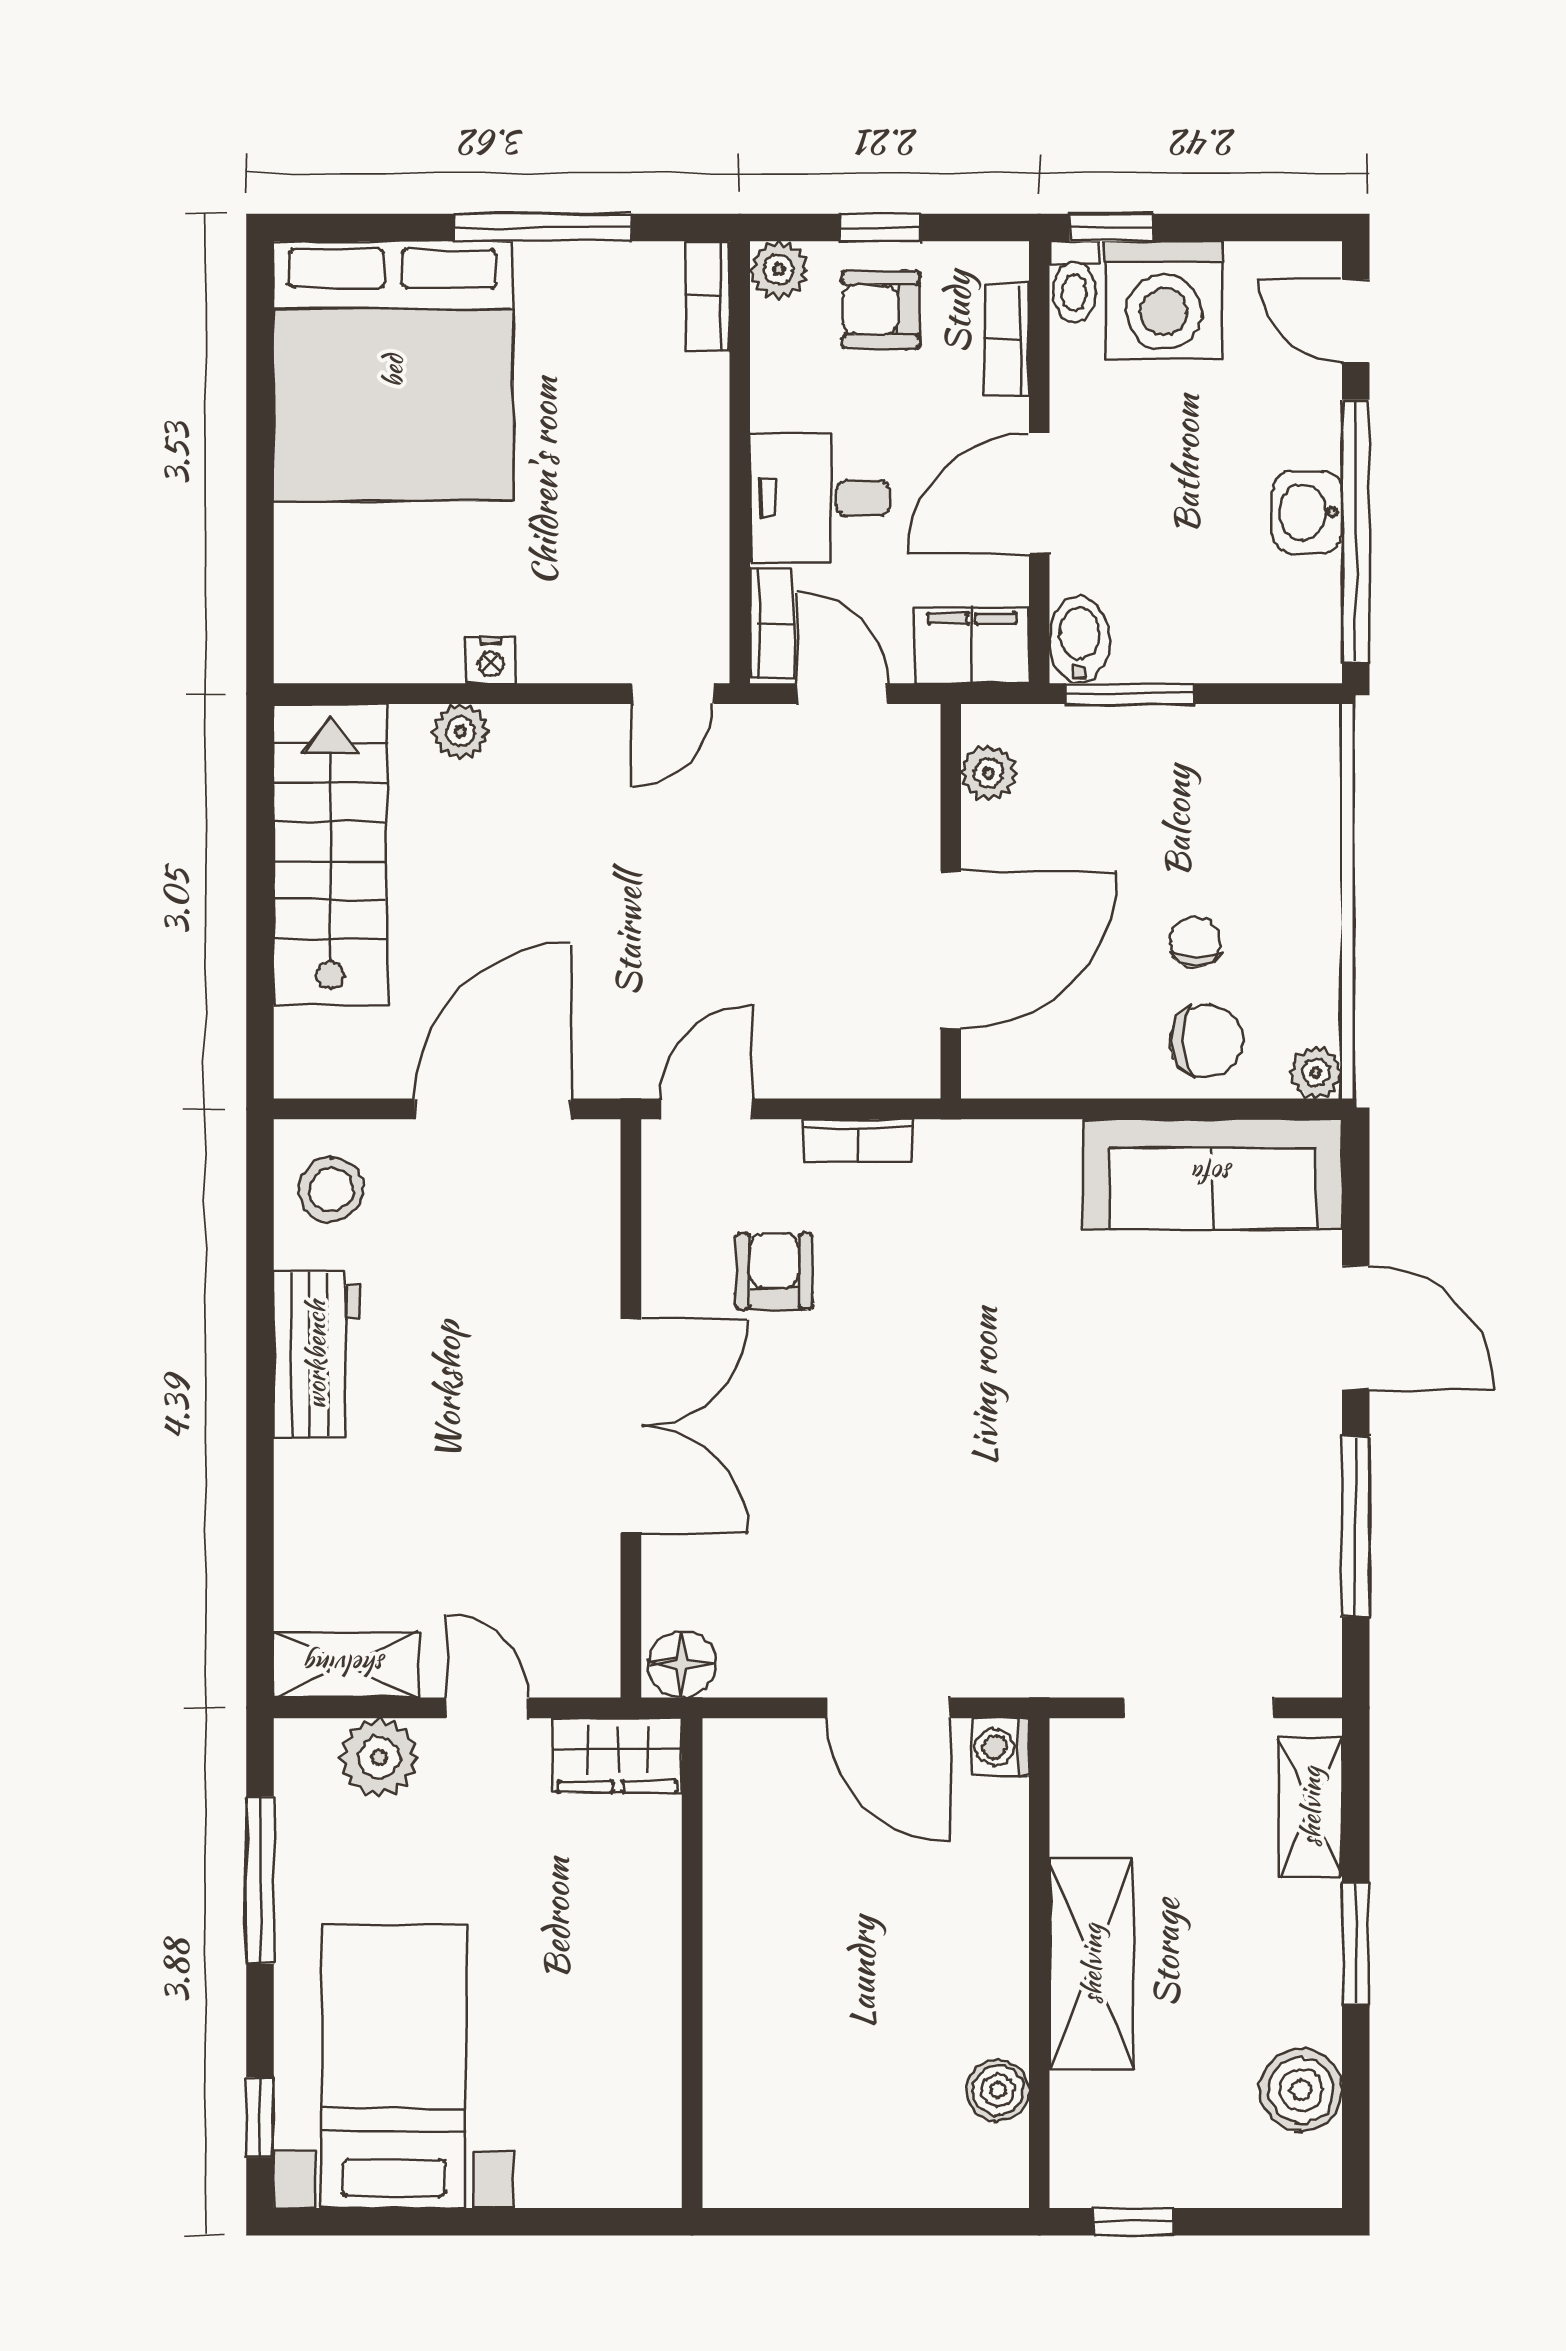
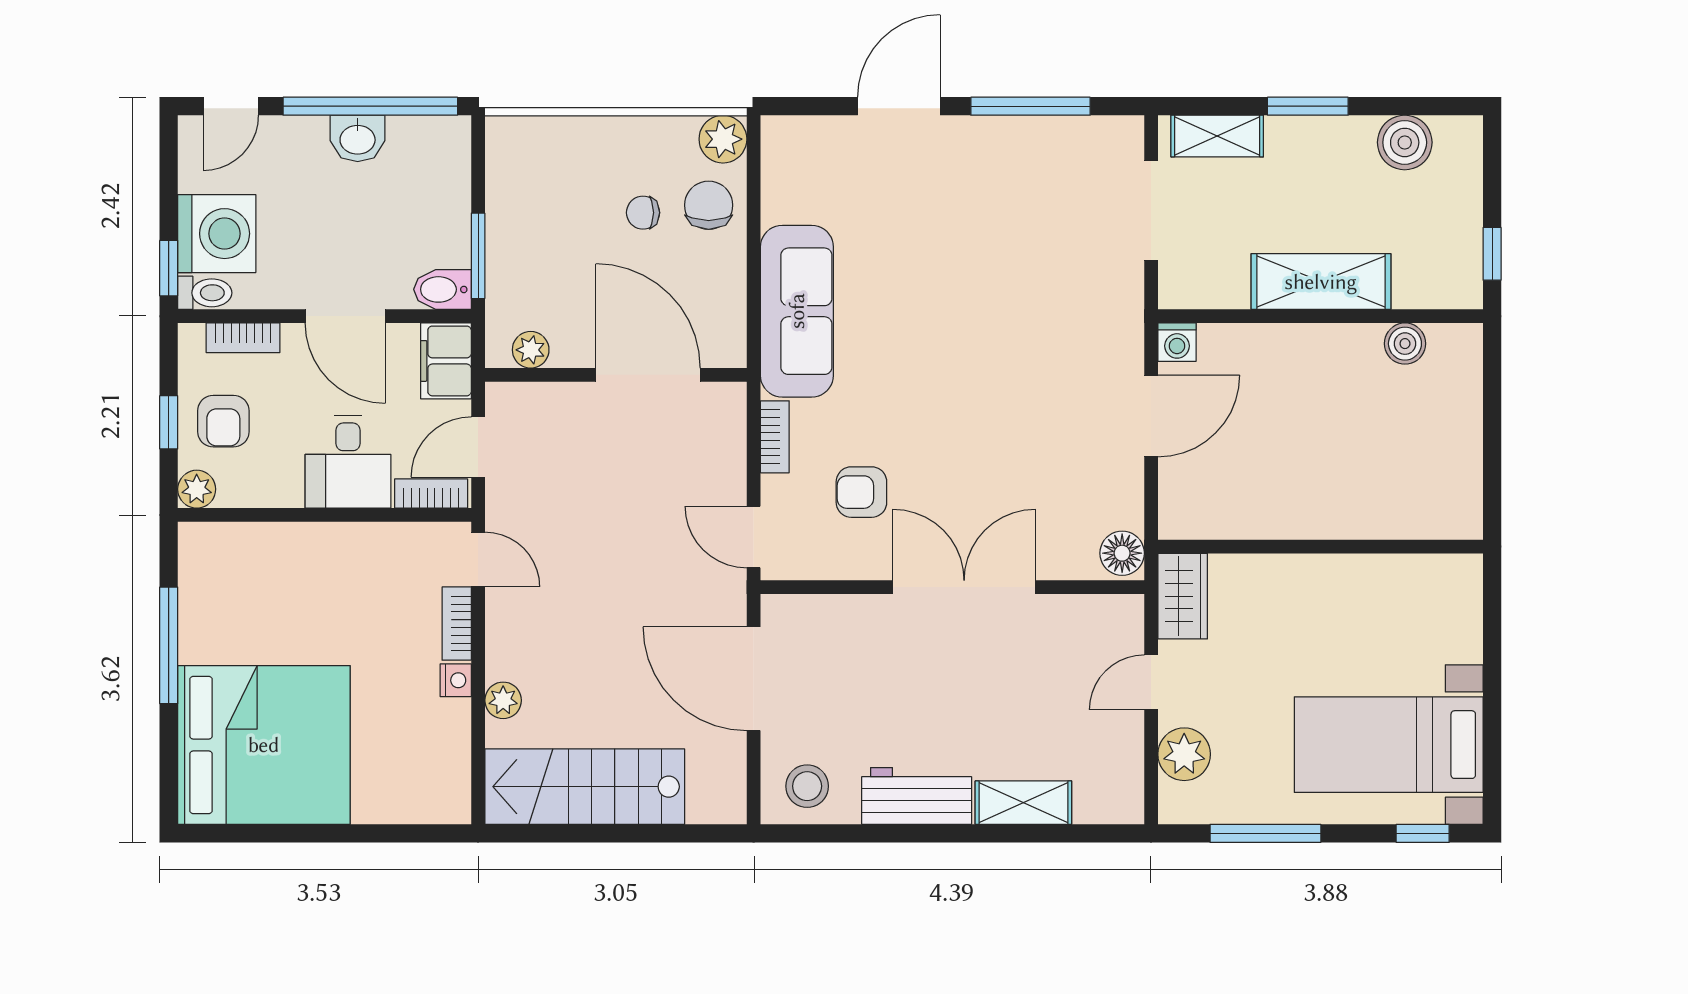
bookcase: (707, 296) -> (457, 624), moved, turned 90
plant: (1316, 1072) -> (723, 139), width x1.38, depth x1.38
sofa: (1213, 1174) -> (797, 311), moved
shelving: (346, 1665) -> (1023, 803), moved, turned 90

